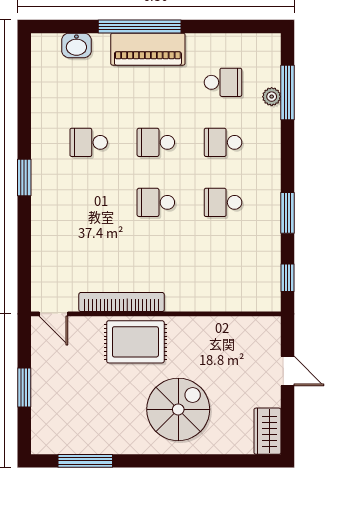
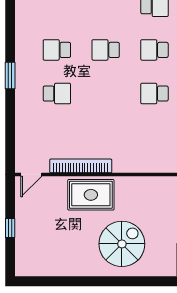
school desk: (156, 202) -> (57, 94), moved, turned 180
door: (53, 314) -> (31, 174), hinge flipped
window: (24, 388) -> (10, 228), width x0.67
window: (85, 461) -> (54, 281), removed

